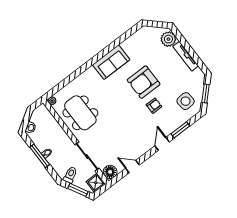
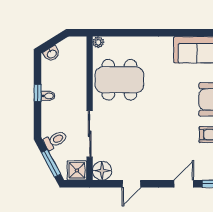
dining table: (80, 113) -> (119, 80), turned 90
window: (40, 156) -> (38, 93), width x0.46
door: (132, 167) -> (131, 184), swing flipped

